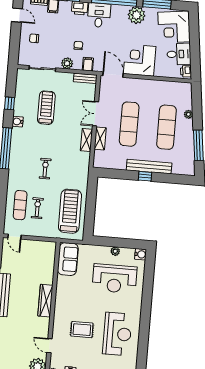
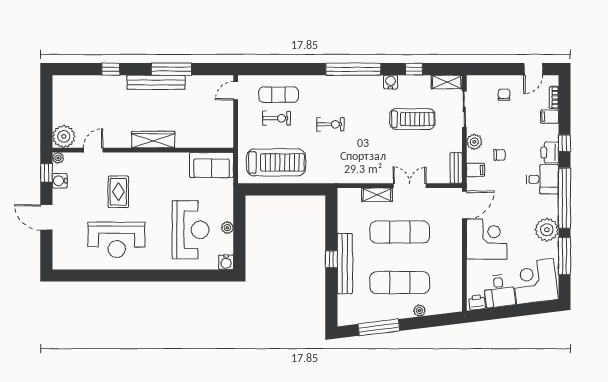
shelving: (86, 140) -> (447, 82), moved
reception desk: (114, 279) -> (191, 230), turned 180

